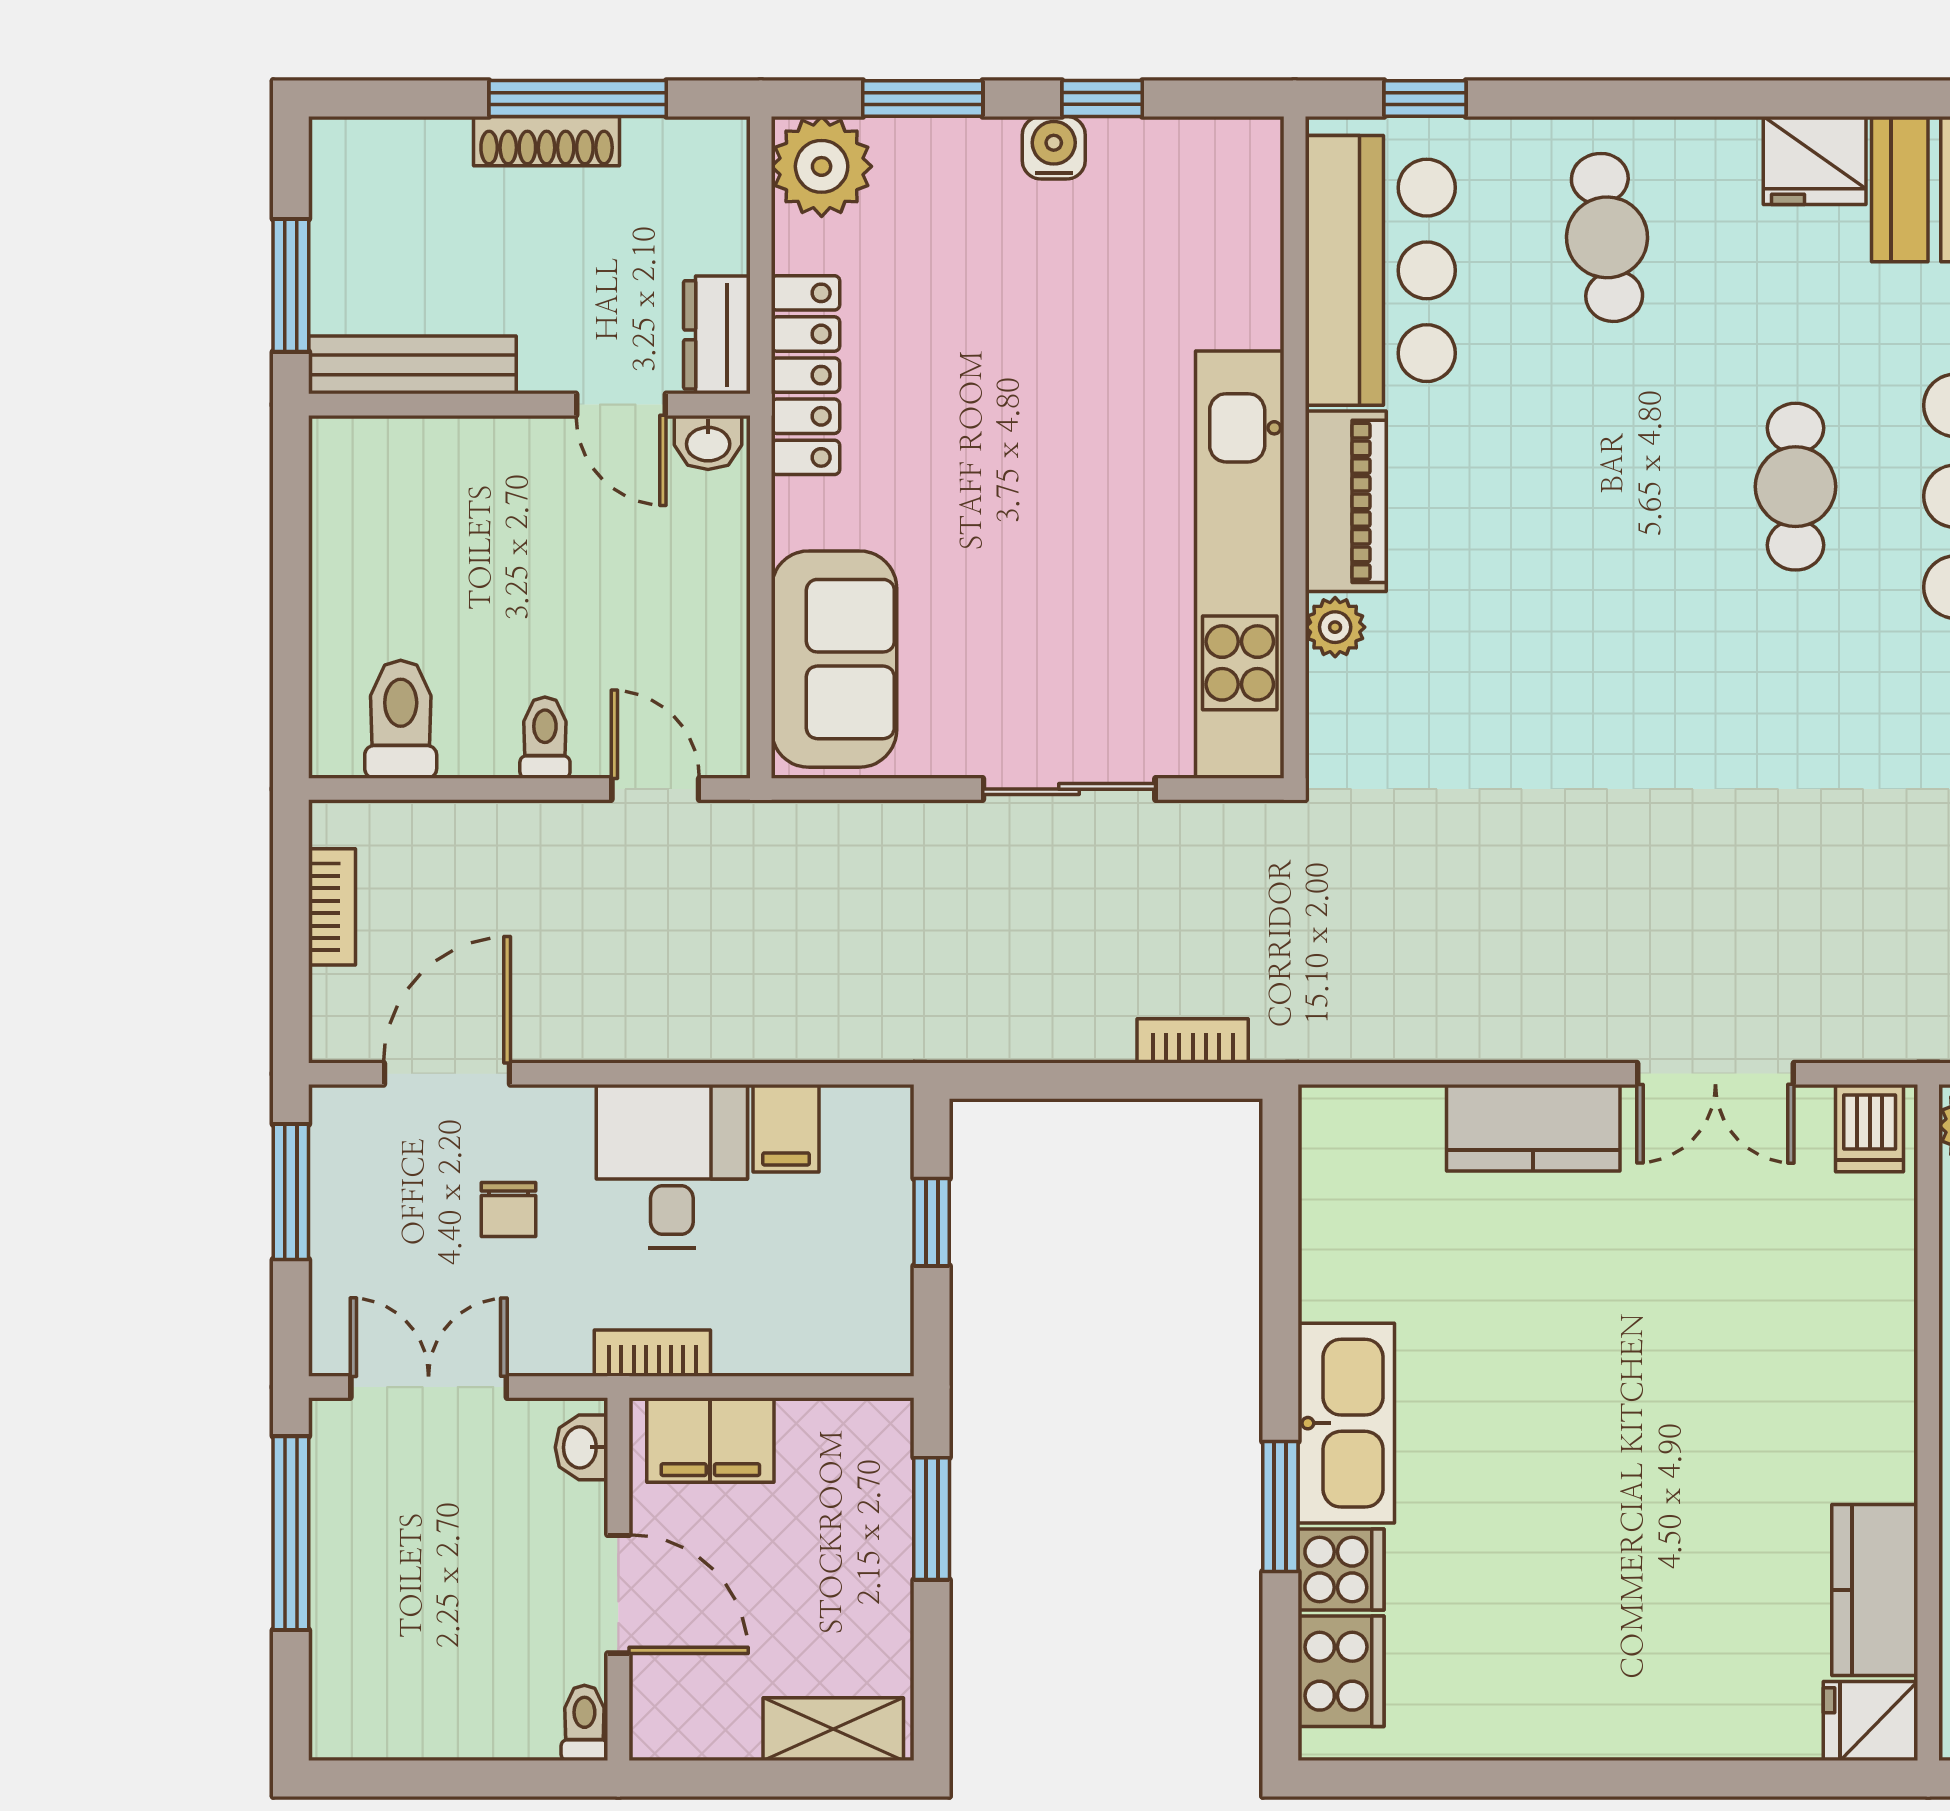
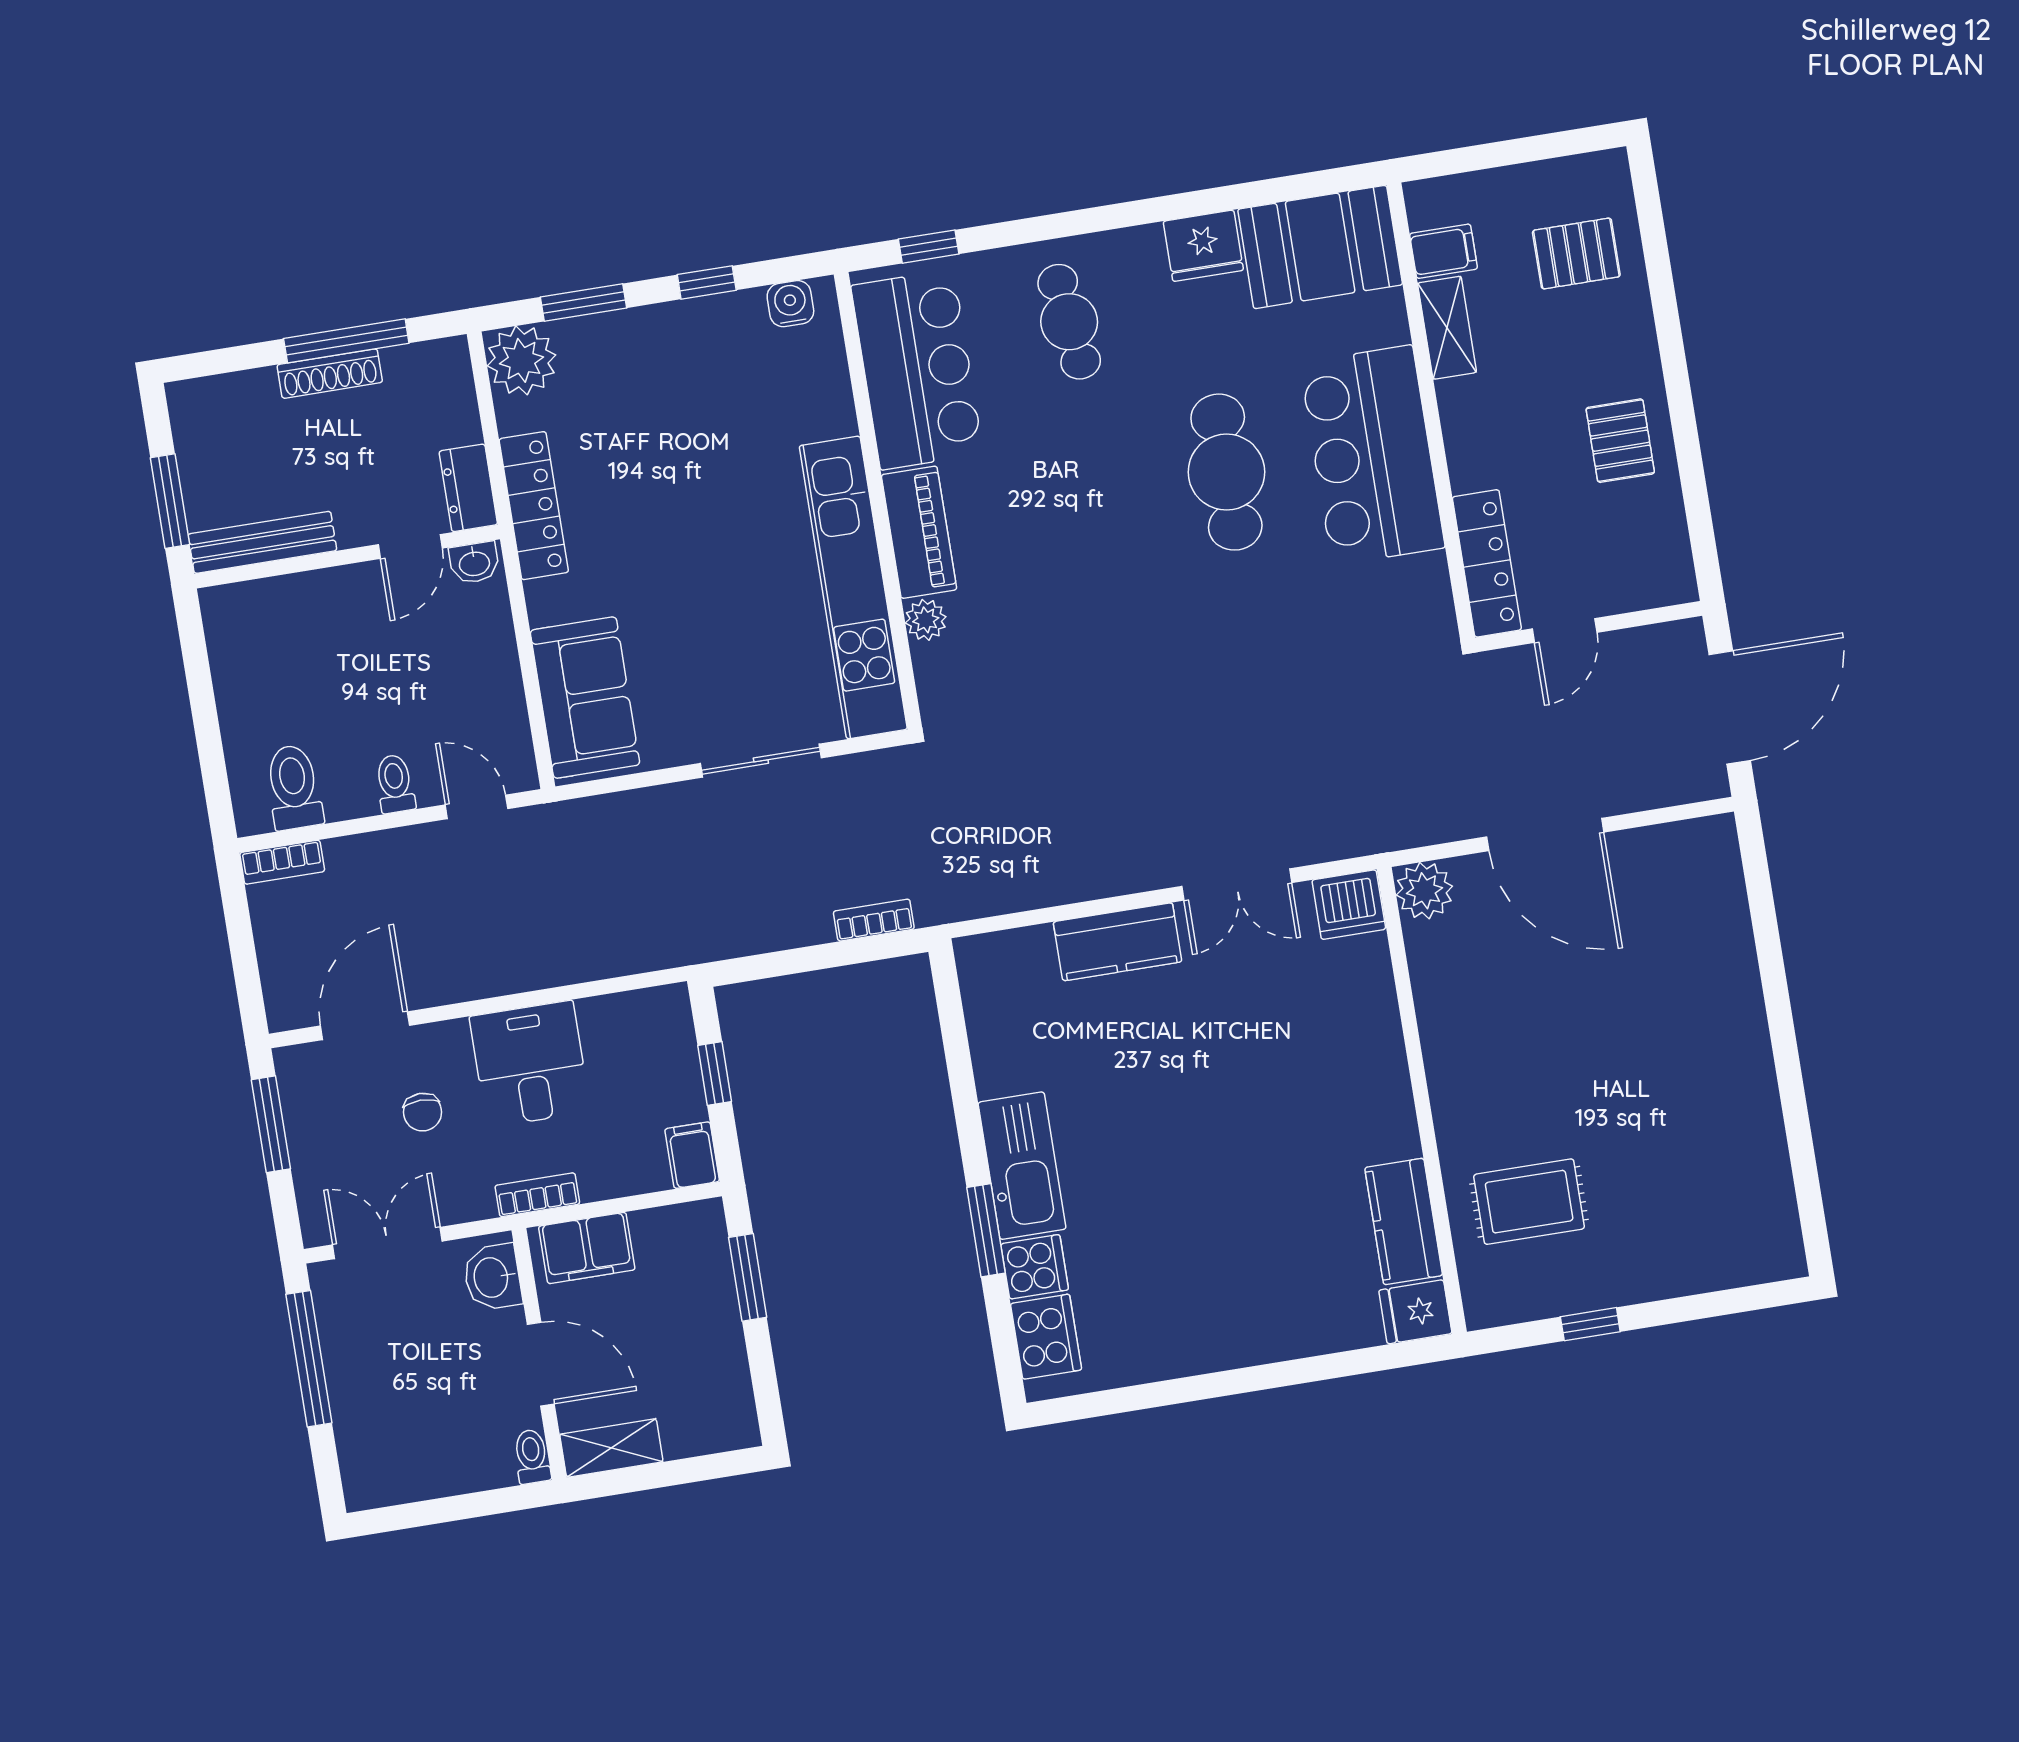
water cooler: (1054, 148) -> (790, 304), moved
door: (621, 405) -> (410, 546), hinge flipped
cafe table: (1795, 487) -> (1226, 472), width x1.37, depth x1.35
bookcase: (332, 907) -> (282, 862), moved, turned 90
filing cabinet: (786, 1128) -> (692, 1155), moved, turned 180
dishwasher: (1870, 1128) -> (1349, 905), width x1.38
washbasin: (581, 1447) -> (492, 1277), width x1.38, depth x1.45
shelving: (833, 1729) -> (611, 1448), moved

